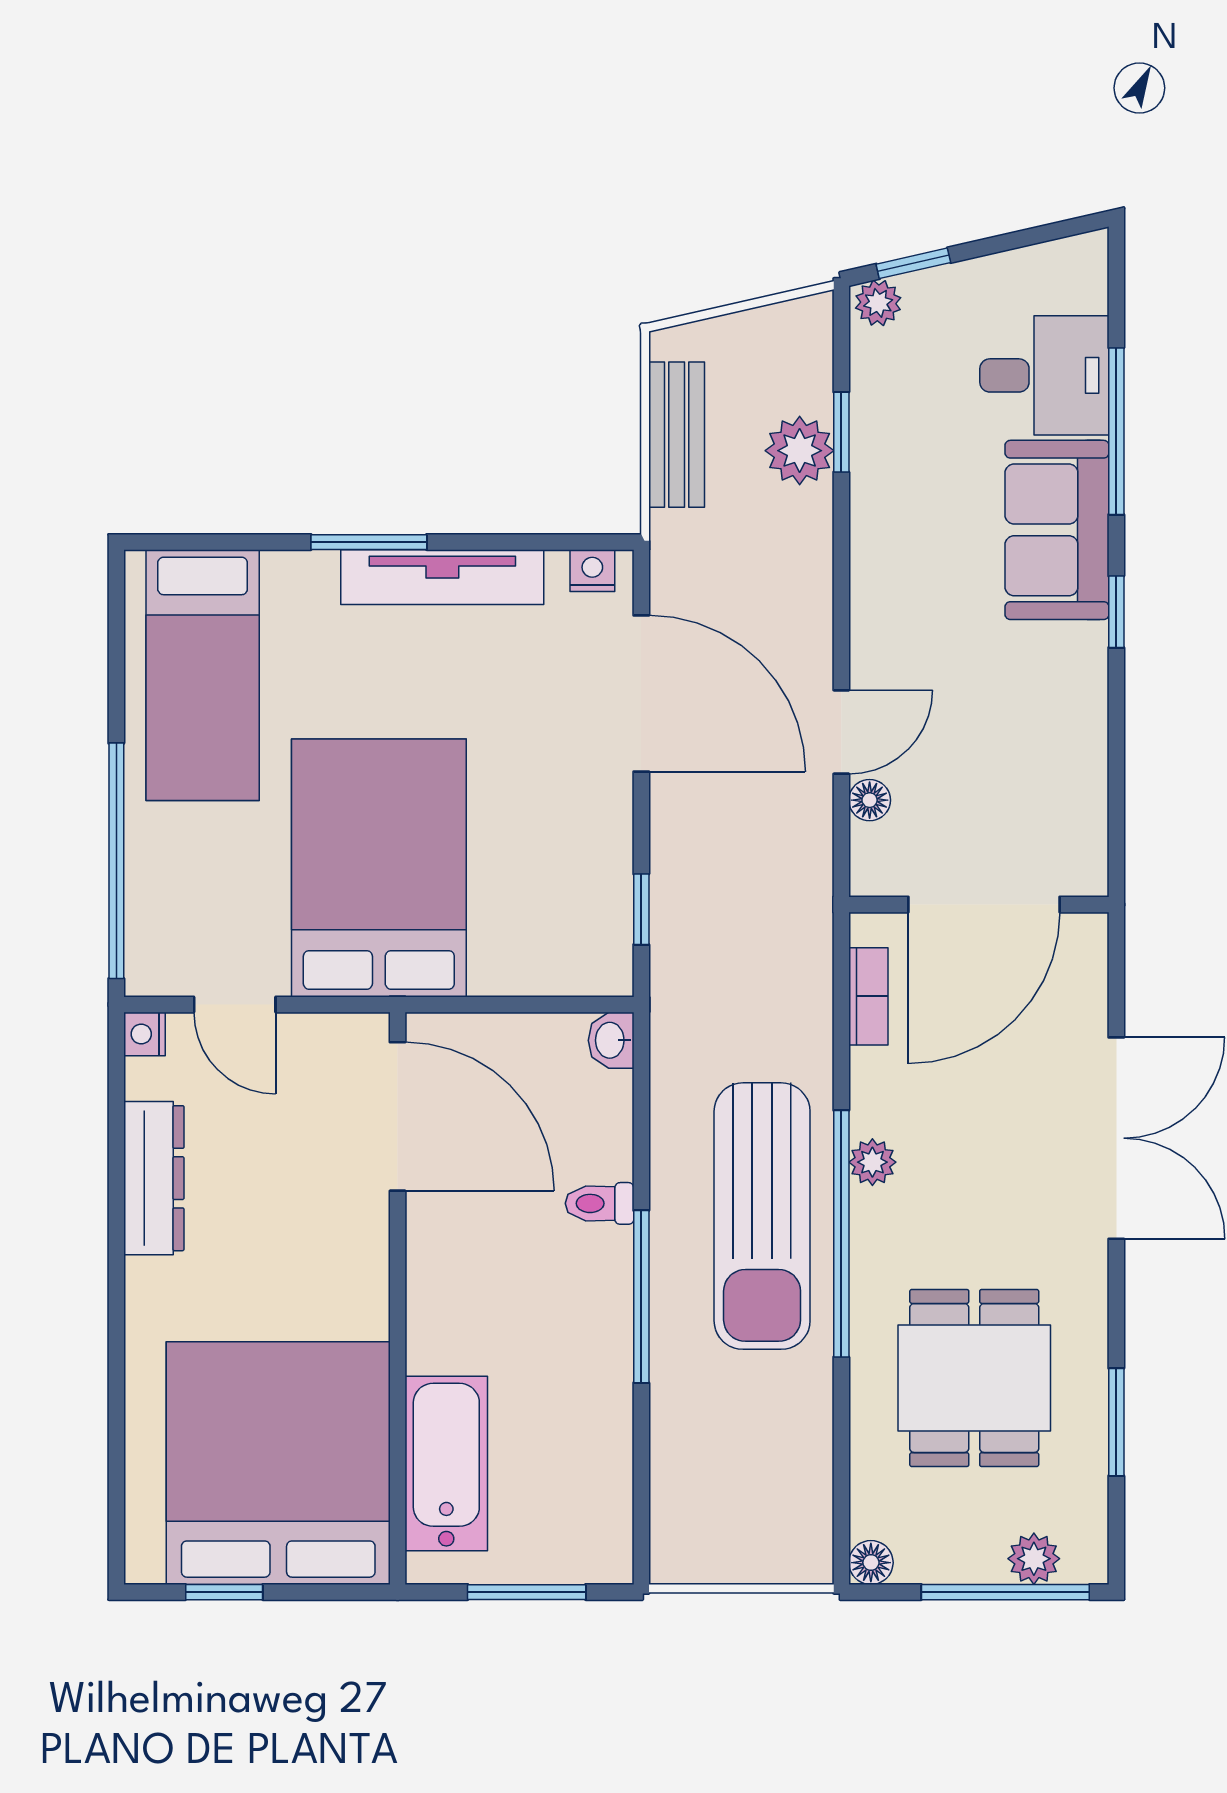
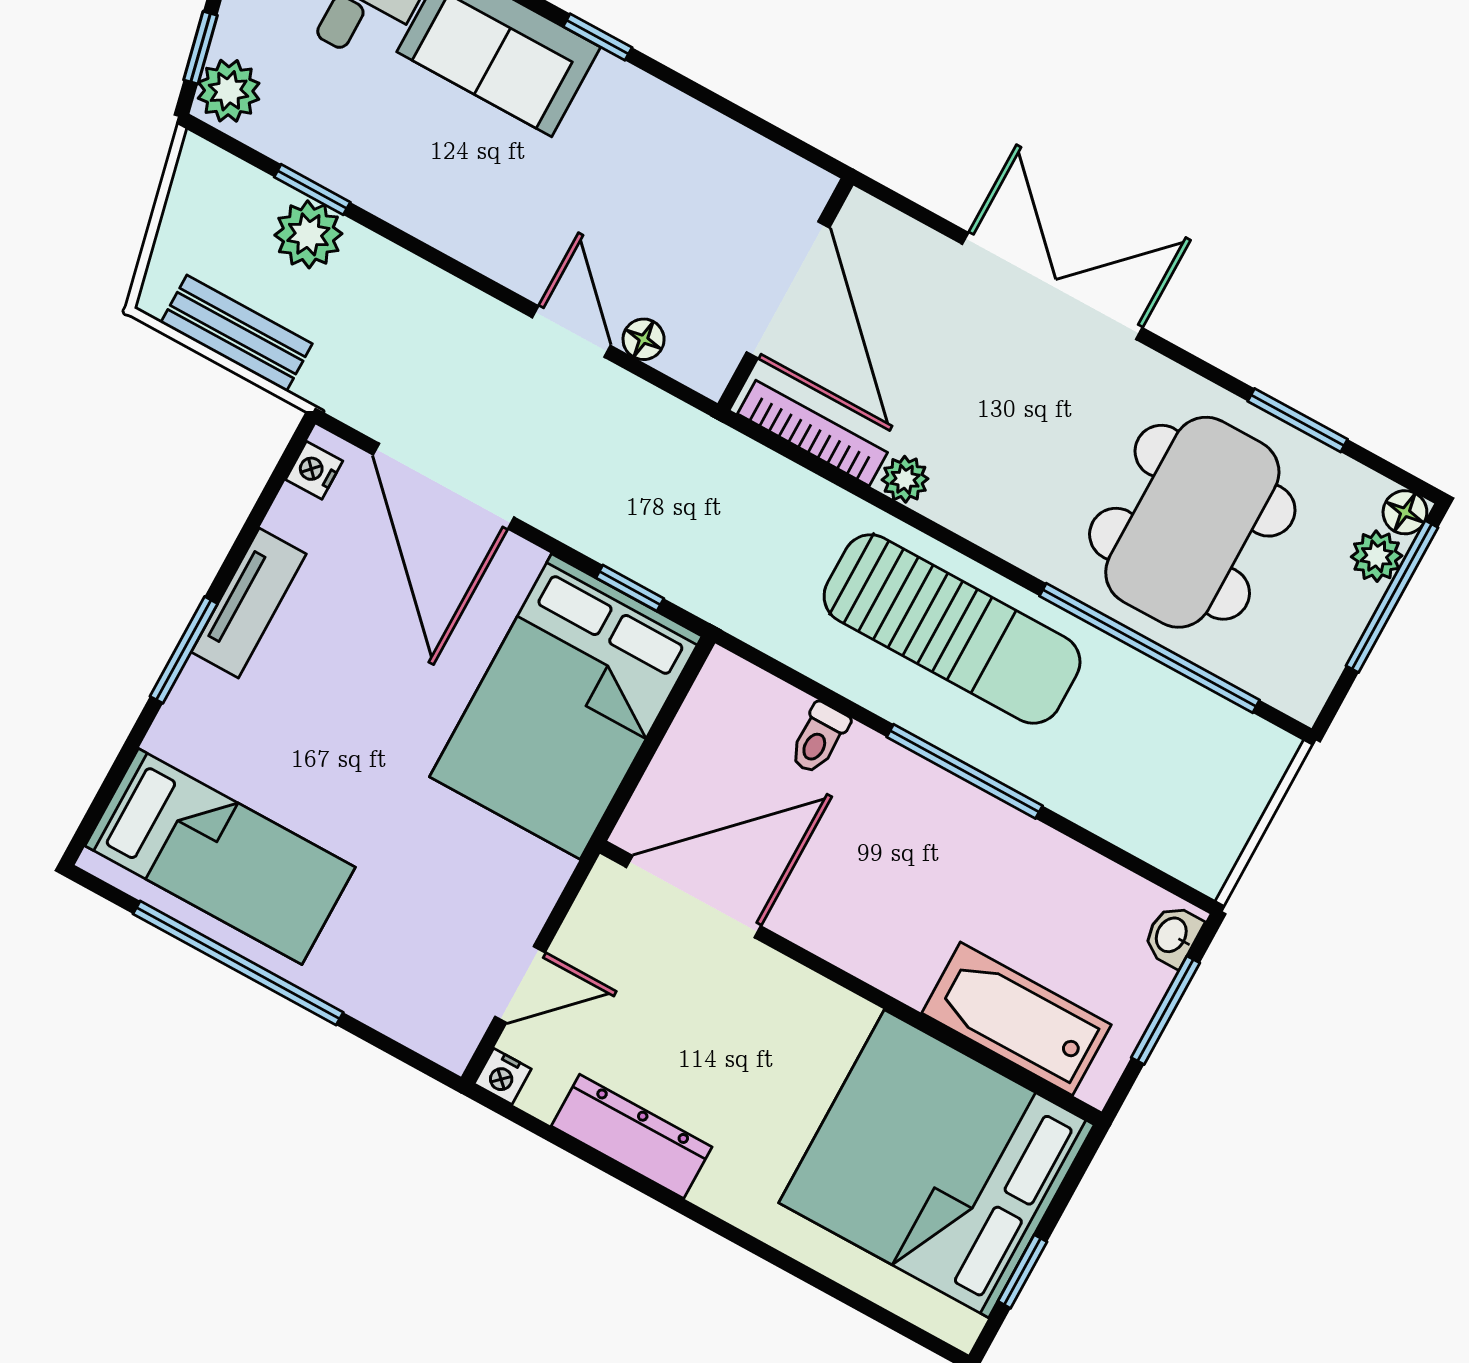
plant: (878, 303) -> (229, 91), width x1.38, depth x1.38
tv unit: (442, 577) -> (249, 603), width x0.71
door: (641, 693) -> (443, 486), swing flipped
window: (116, 861) -> (238, 963), moved
bed: (379, 868) -> (566, 706), moved, turned -90
bookcase: (868, 996) -> (813, 433), width x1.56
washbasin: (611, 1040) -> (1172, 936), moved, turned 90
plant: (872, 1162) -> (905, 479), moved
toilet: (600, 1203) -> (819, 738), moved
window: (841, 1234) -> (1149, 648), moved
dining table: (974, 1378) -> (1192, 522), width x1.38
floor lamp: (871, 1563) -> (1405, 512), moved

